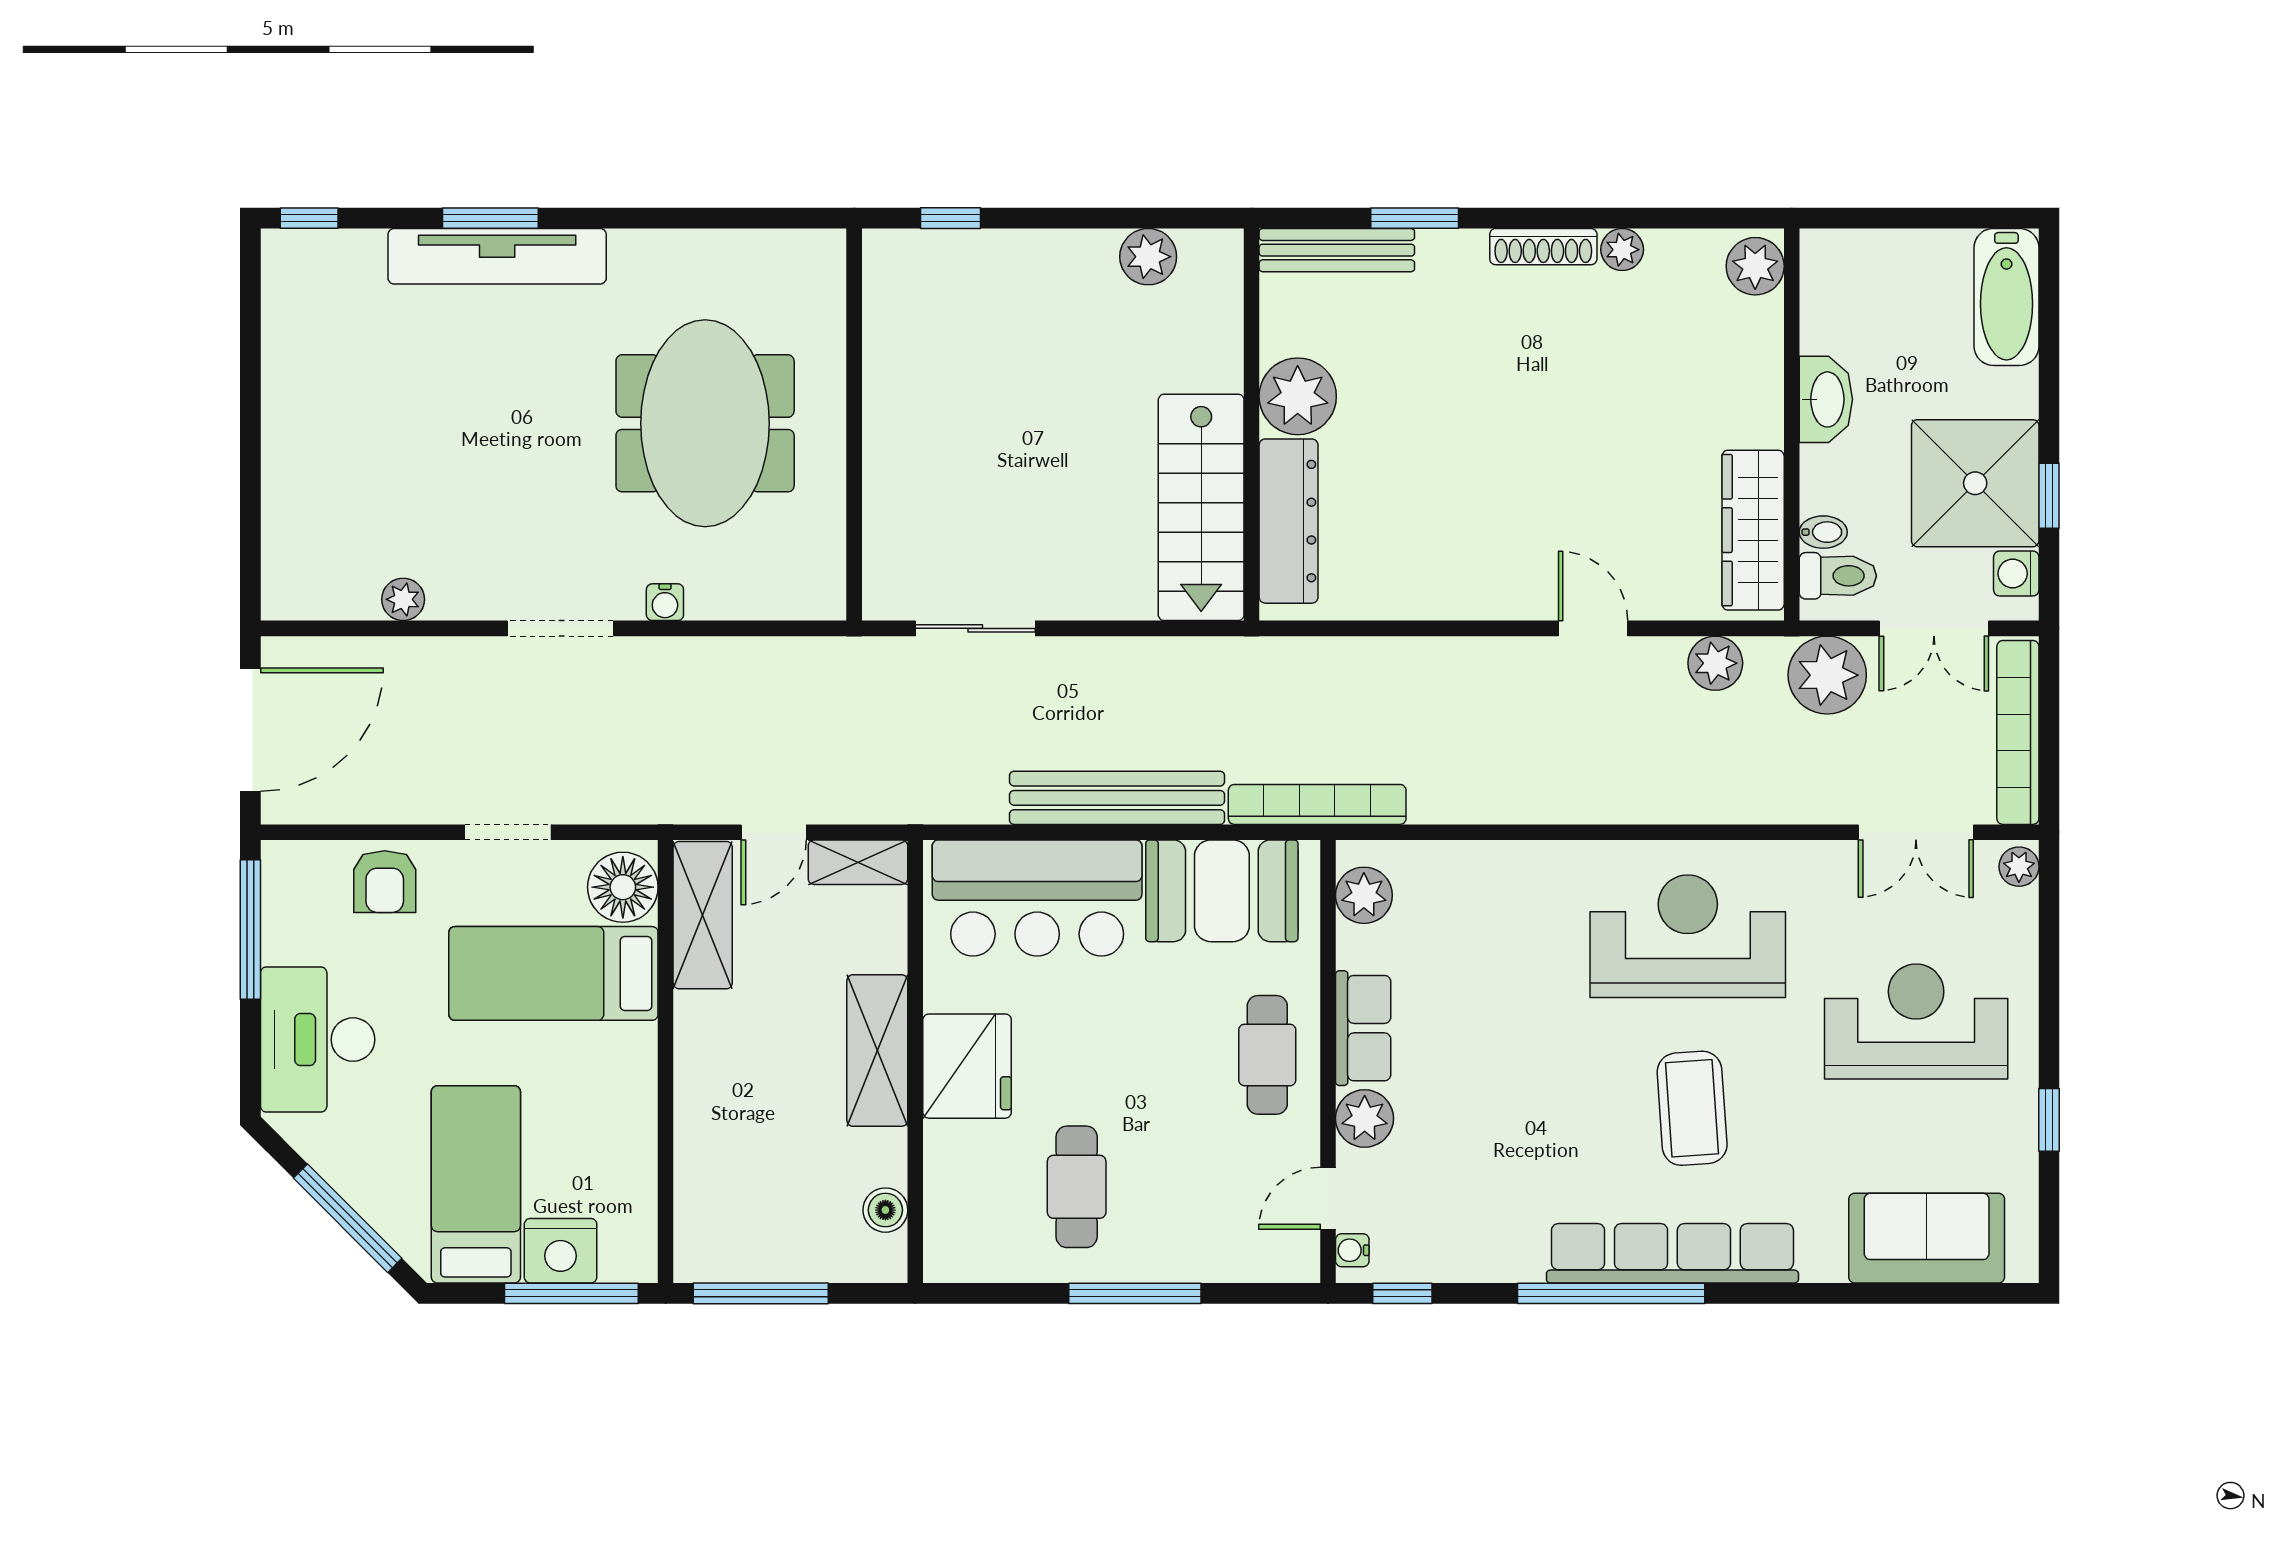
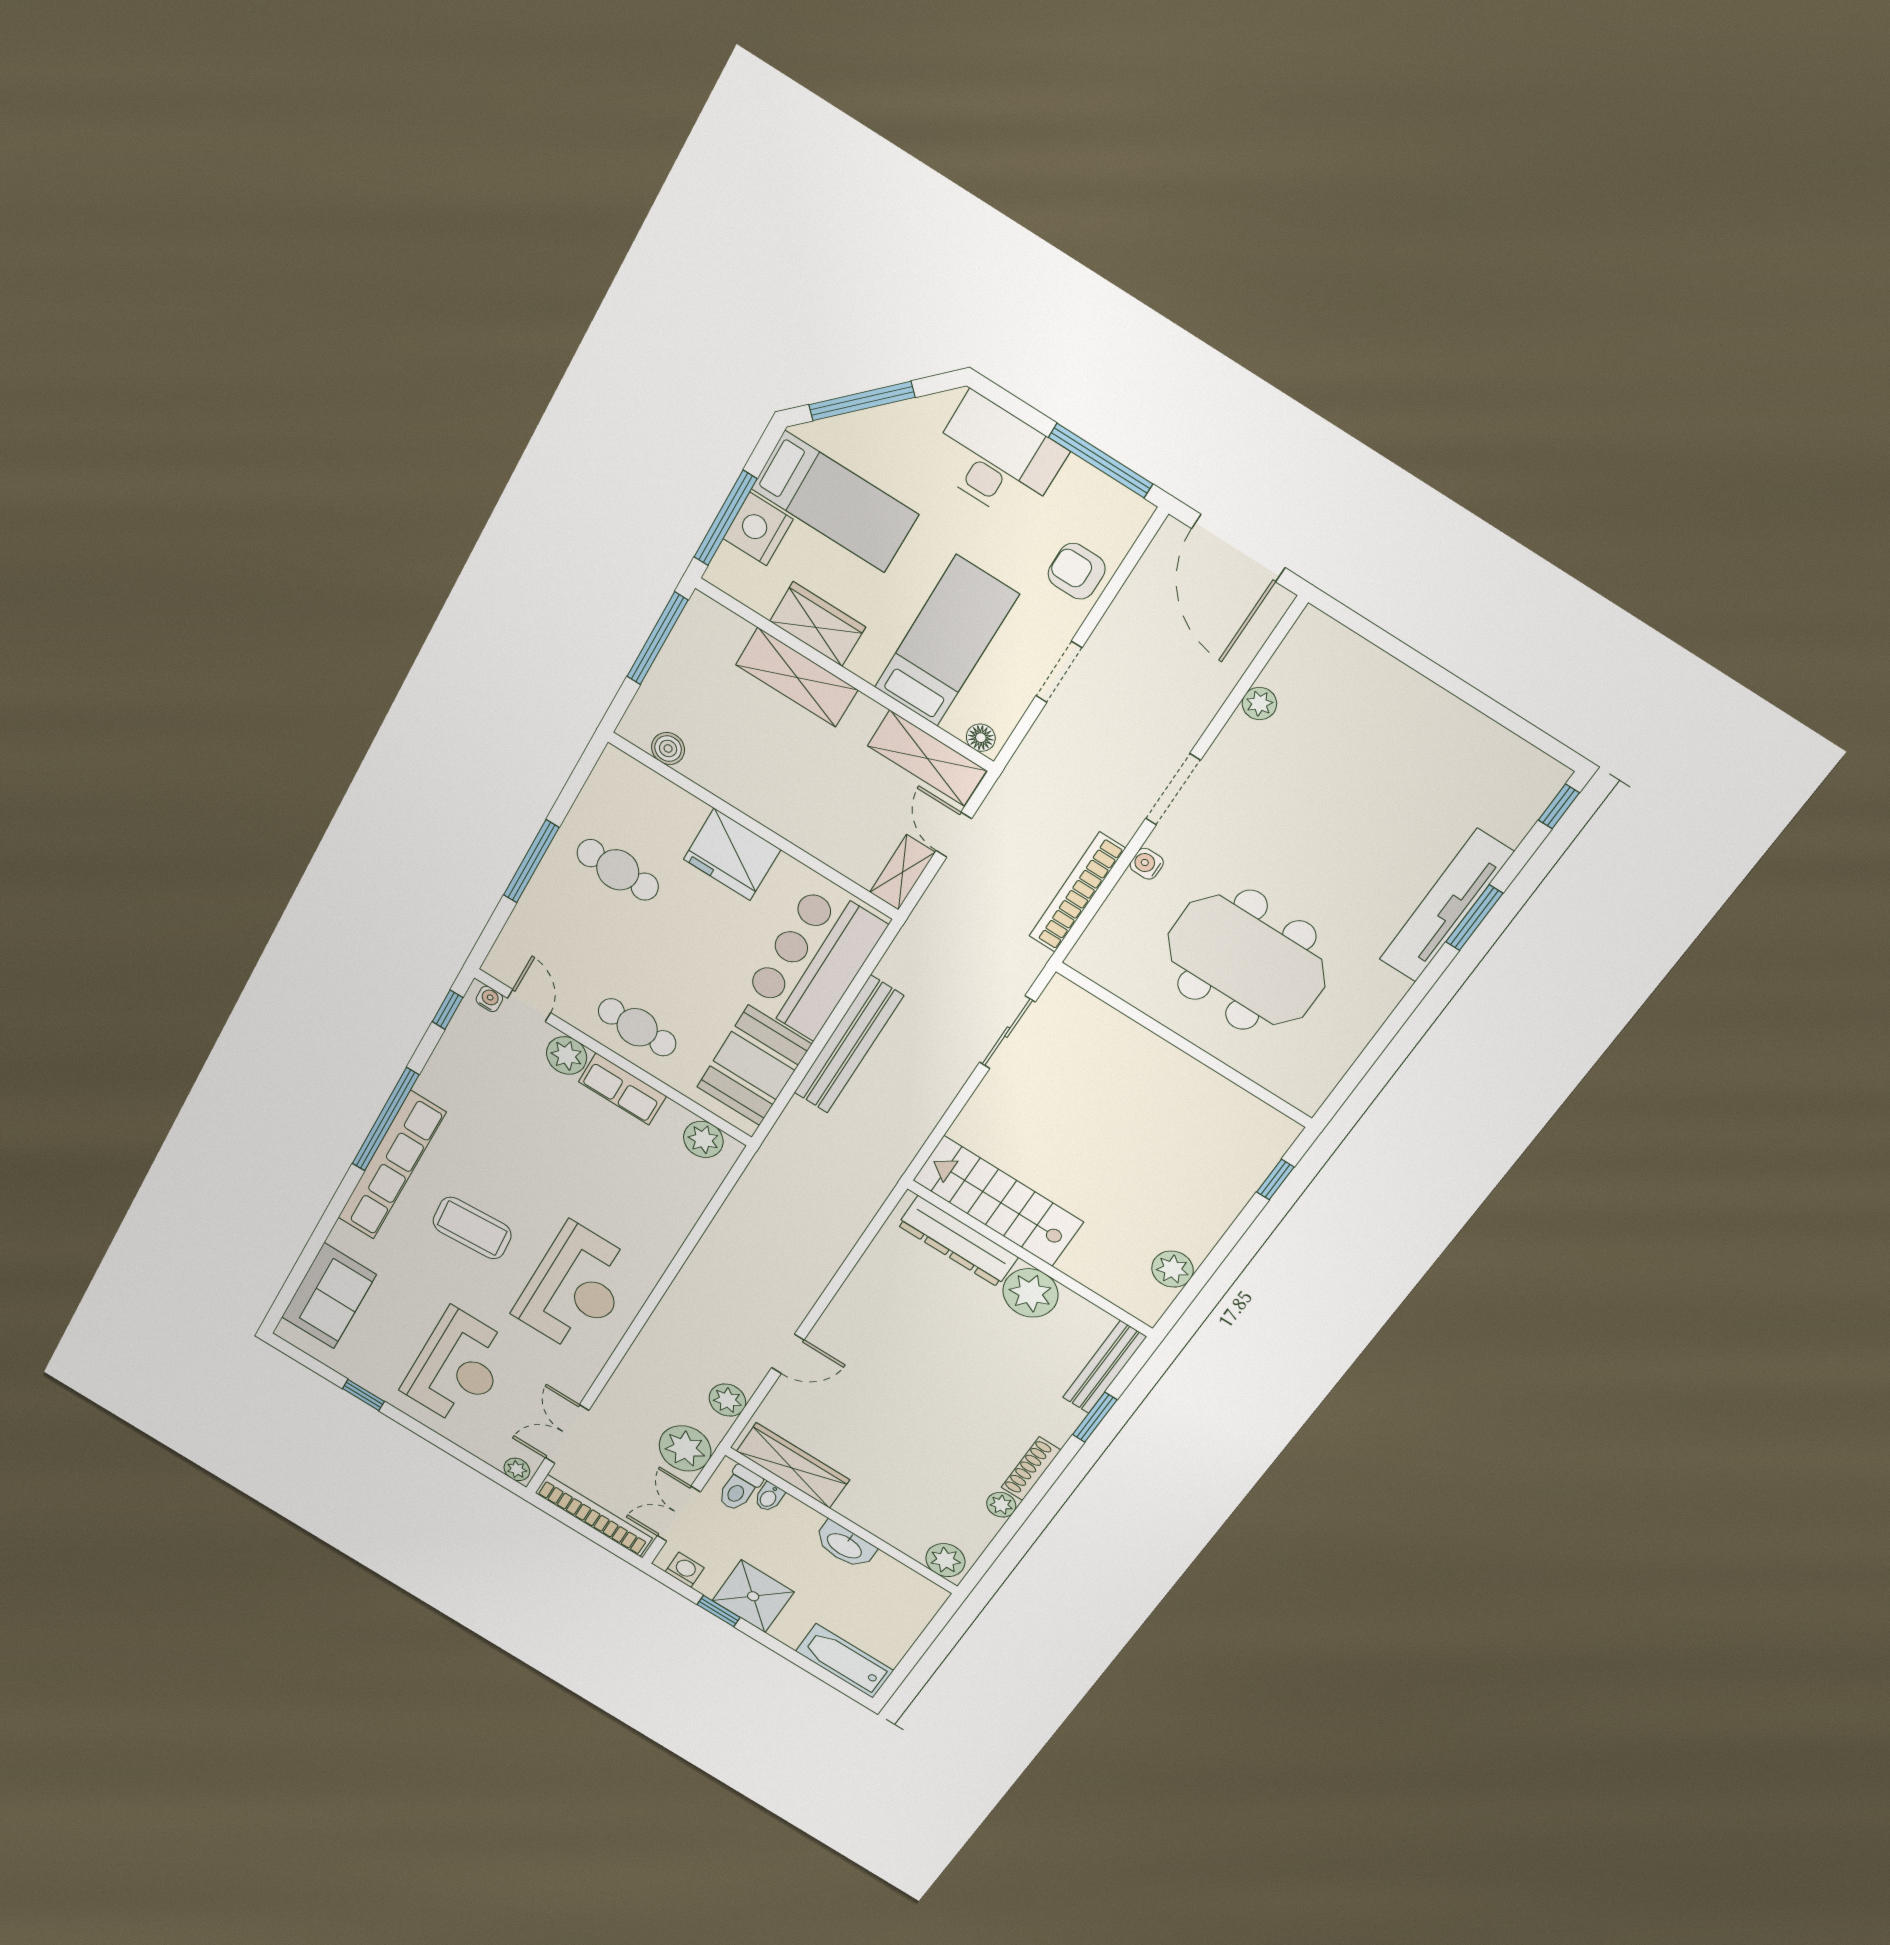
shower: (1975, 483) -> (753, 1596), width x0.73, depth x0.73
bookcase: (1317, 804) -> (1077, 892), moved, turned 180
floor lamp: (623, 887) -> (981, 738), width x0.53, depth x0.53
shelving: (877, 1051) -> (797, 677), moved
wardrobe: (626, 1125) -> (818, 624), added

